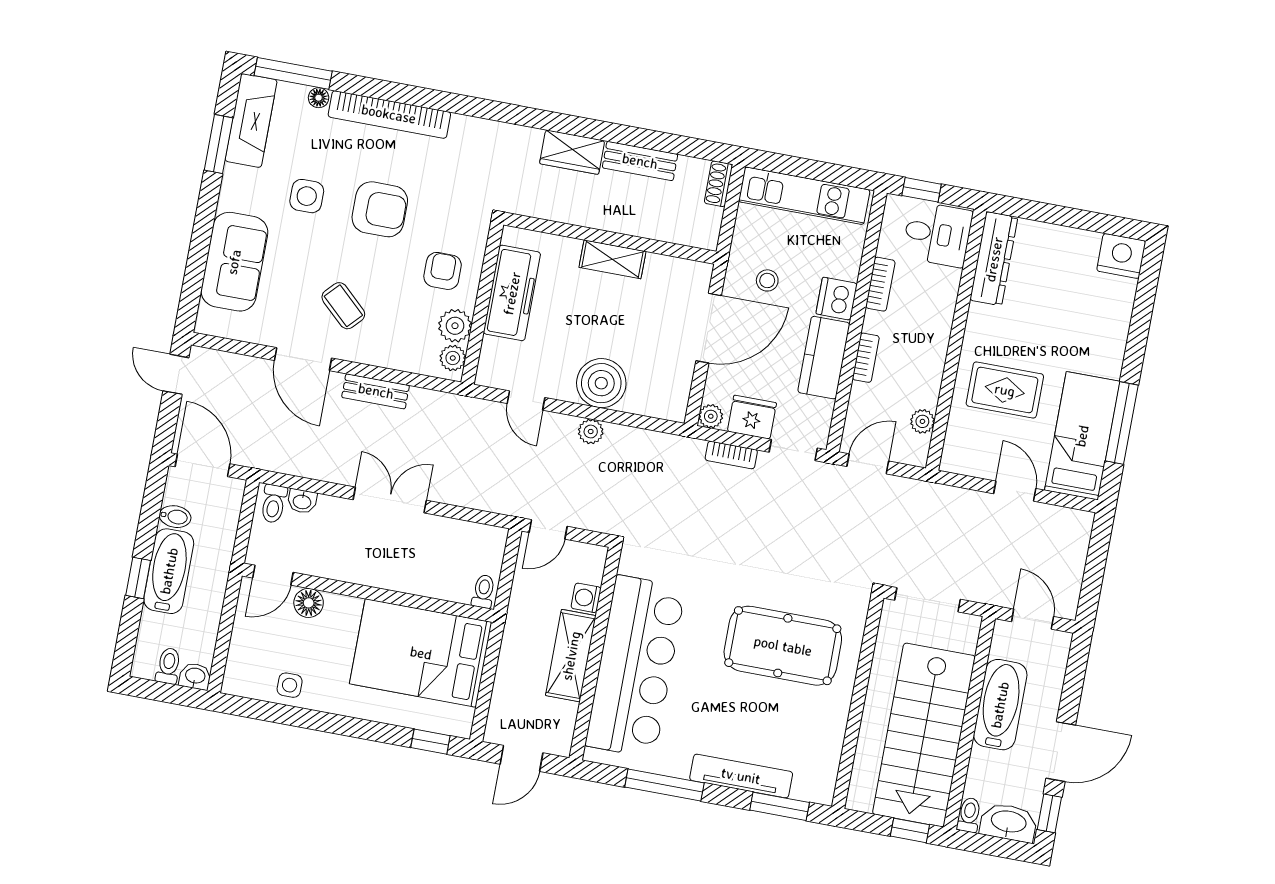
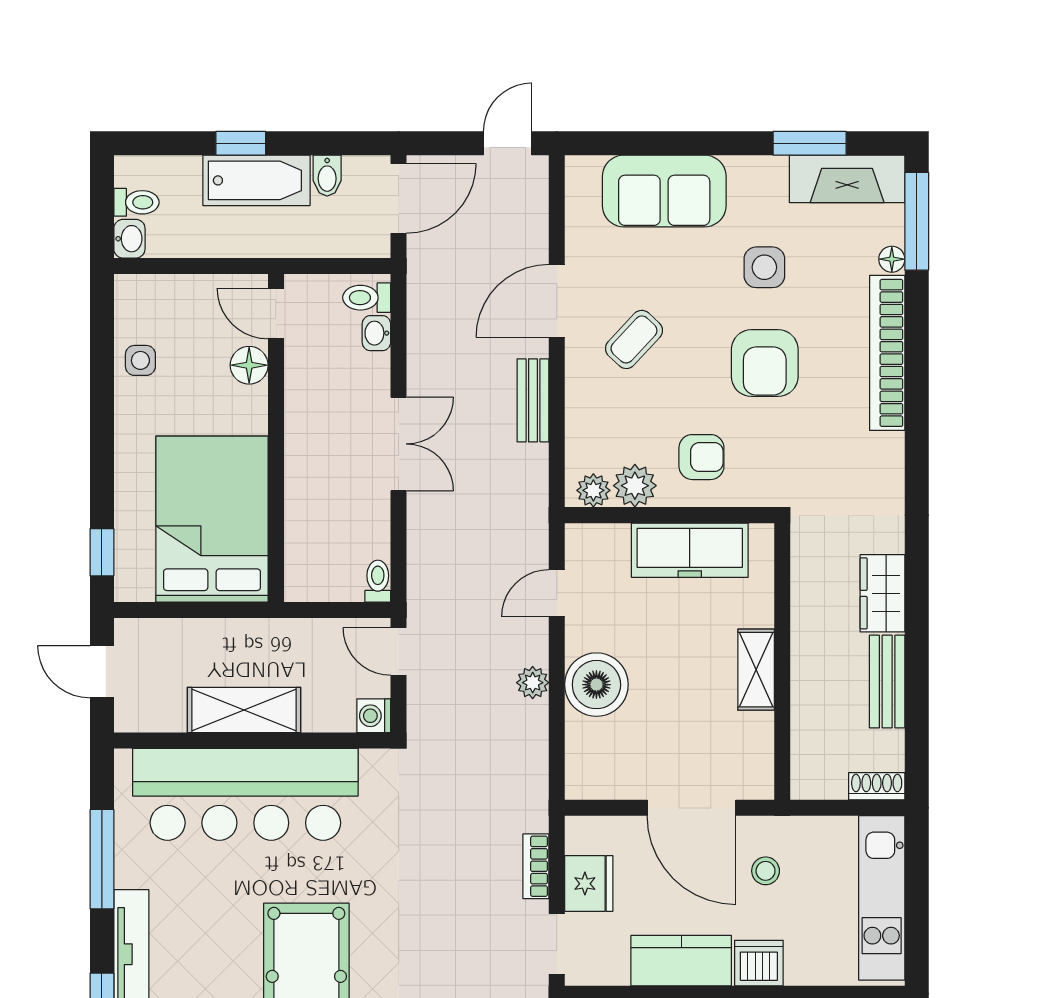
plant: (711, 416) -> (580, 831), removed
toilet: (483, 591) -> (378, 581), moved, turned -90
washing machine: (586, 598) -> (374, 716), moved, turned -90

